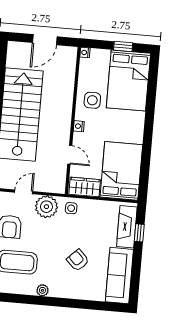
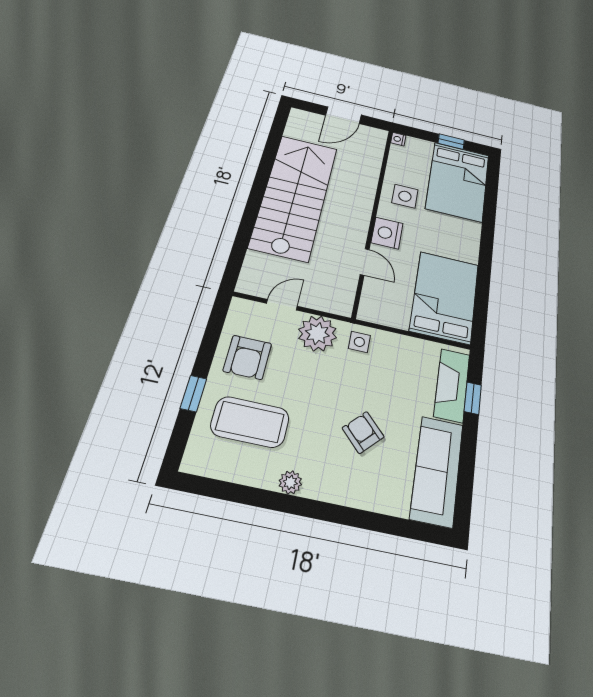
nightstand: (79, 126) -> (387, 233), width x1.89, depth x1.79
wardrobe: (85, 187) -> (385, 312), removed

